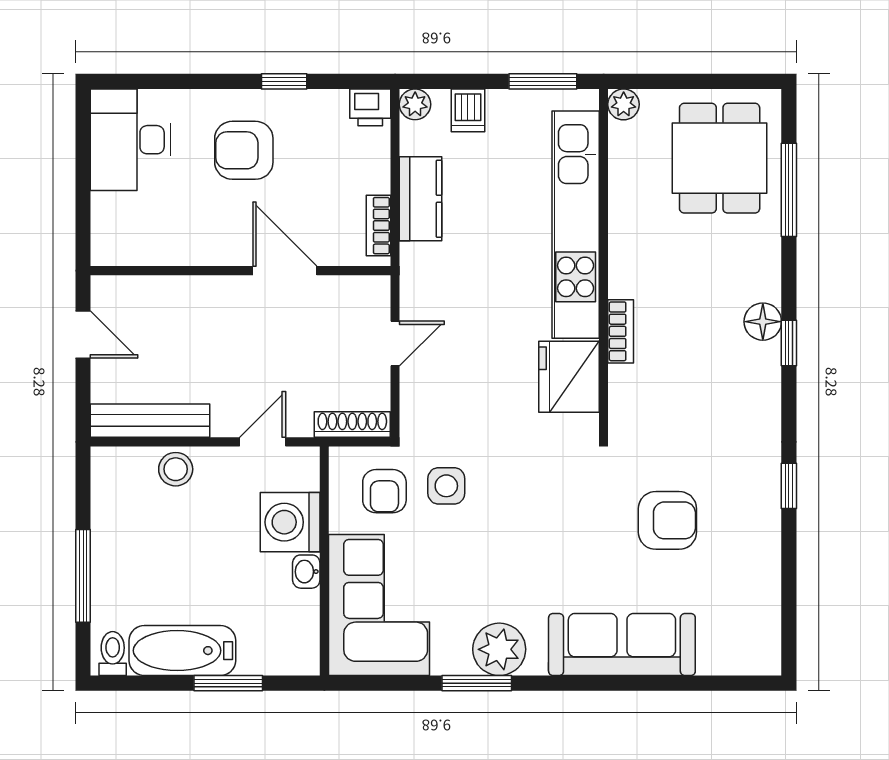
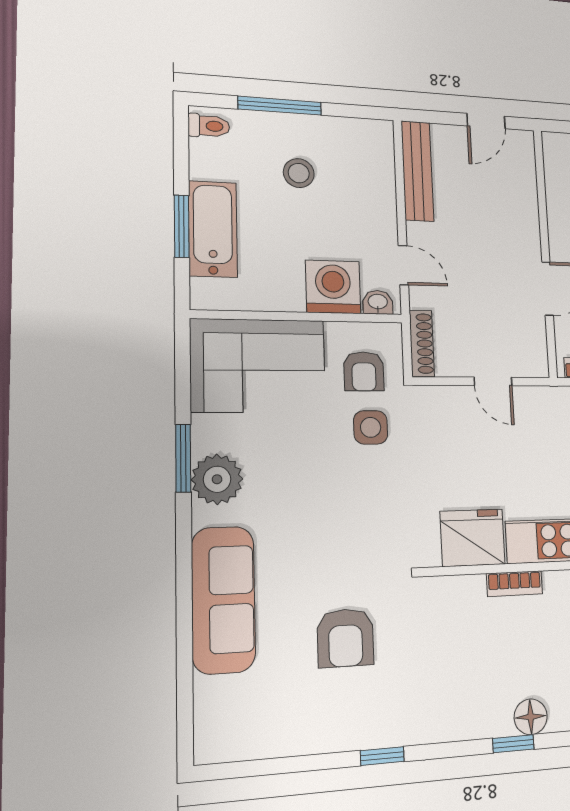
stool: (176, 469) -> (299, 173), moved
armchair: (384, 491) -> (364, 371), turned -90
washbasin: (306, 572) -> (378, 302), moved
bathtub: (182, 651) -> (213, 229), moved

